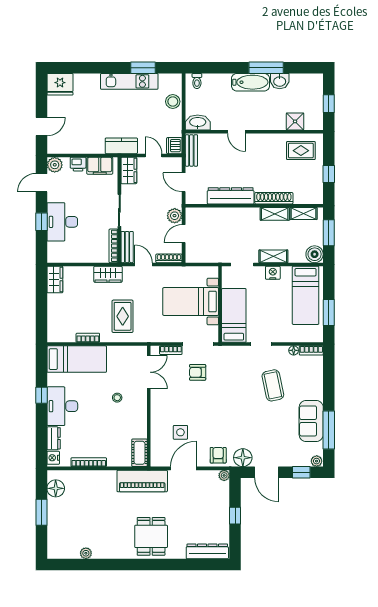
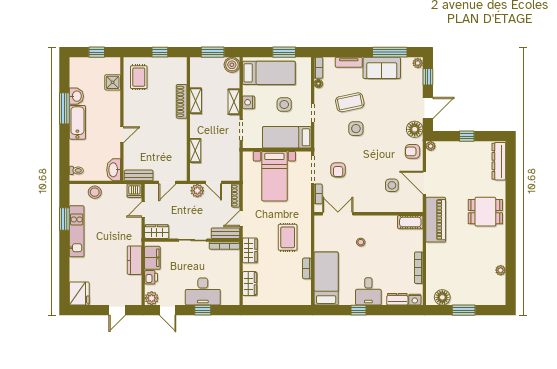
door: (41, 126) -> (117, 310), swing flipped
kitchen counter: (121, 146) -> (135, 260), moved
dresser: (231, 196) -> (179, 140), removed
shelving: (304, 213) -> (195, 150), moved
wardrobe: (55, 280) -> (250, 284), moved, turned 90
side table: (270, 312) -> (284, 105), added
rug: (123, 316) -> (288, 237), turned 90
tv unit: (317, 384) -> (349, 62), added
side table: (244, 392) -> (356, 129), added
desk: (62, 406) -> (368, 291), width x0.73

